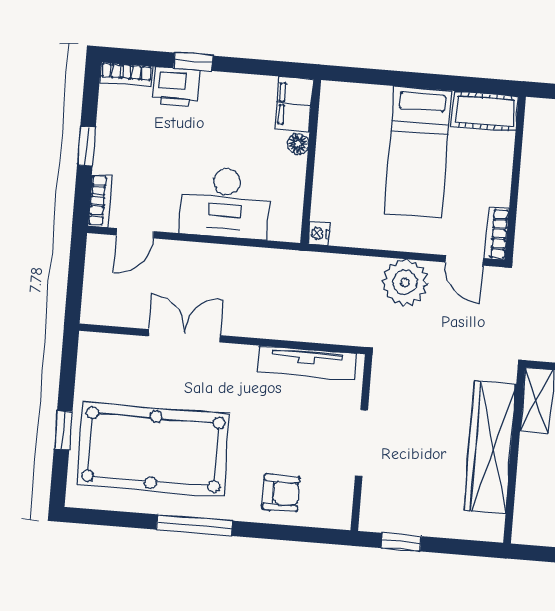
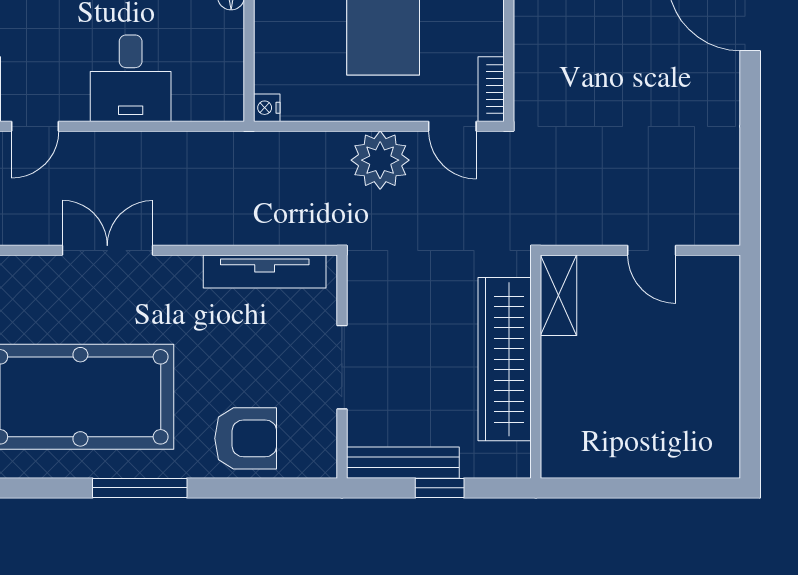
desk: (225, 203) -> (131, 78), width x0.73
armchair: (281, 493) -> (246, 438), width x1.38, depth x1.38
bench: (403, 522) -> (403, 463), added
window: (401, 542) -> (440, 488), moved

